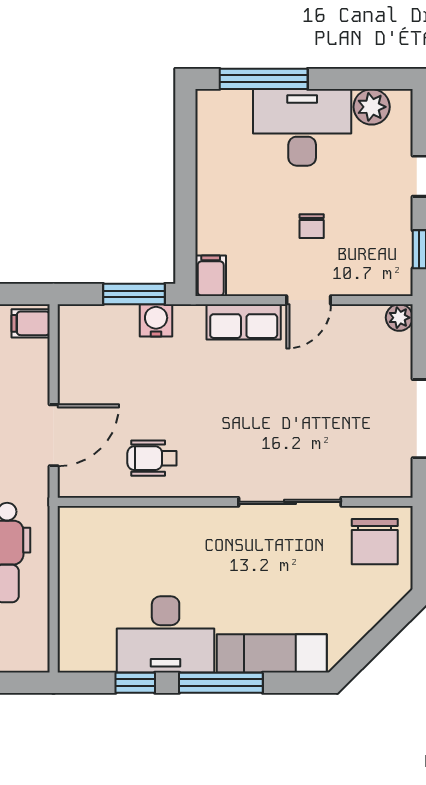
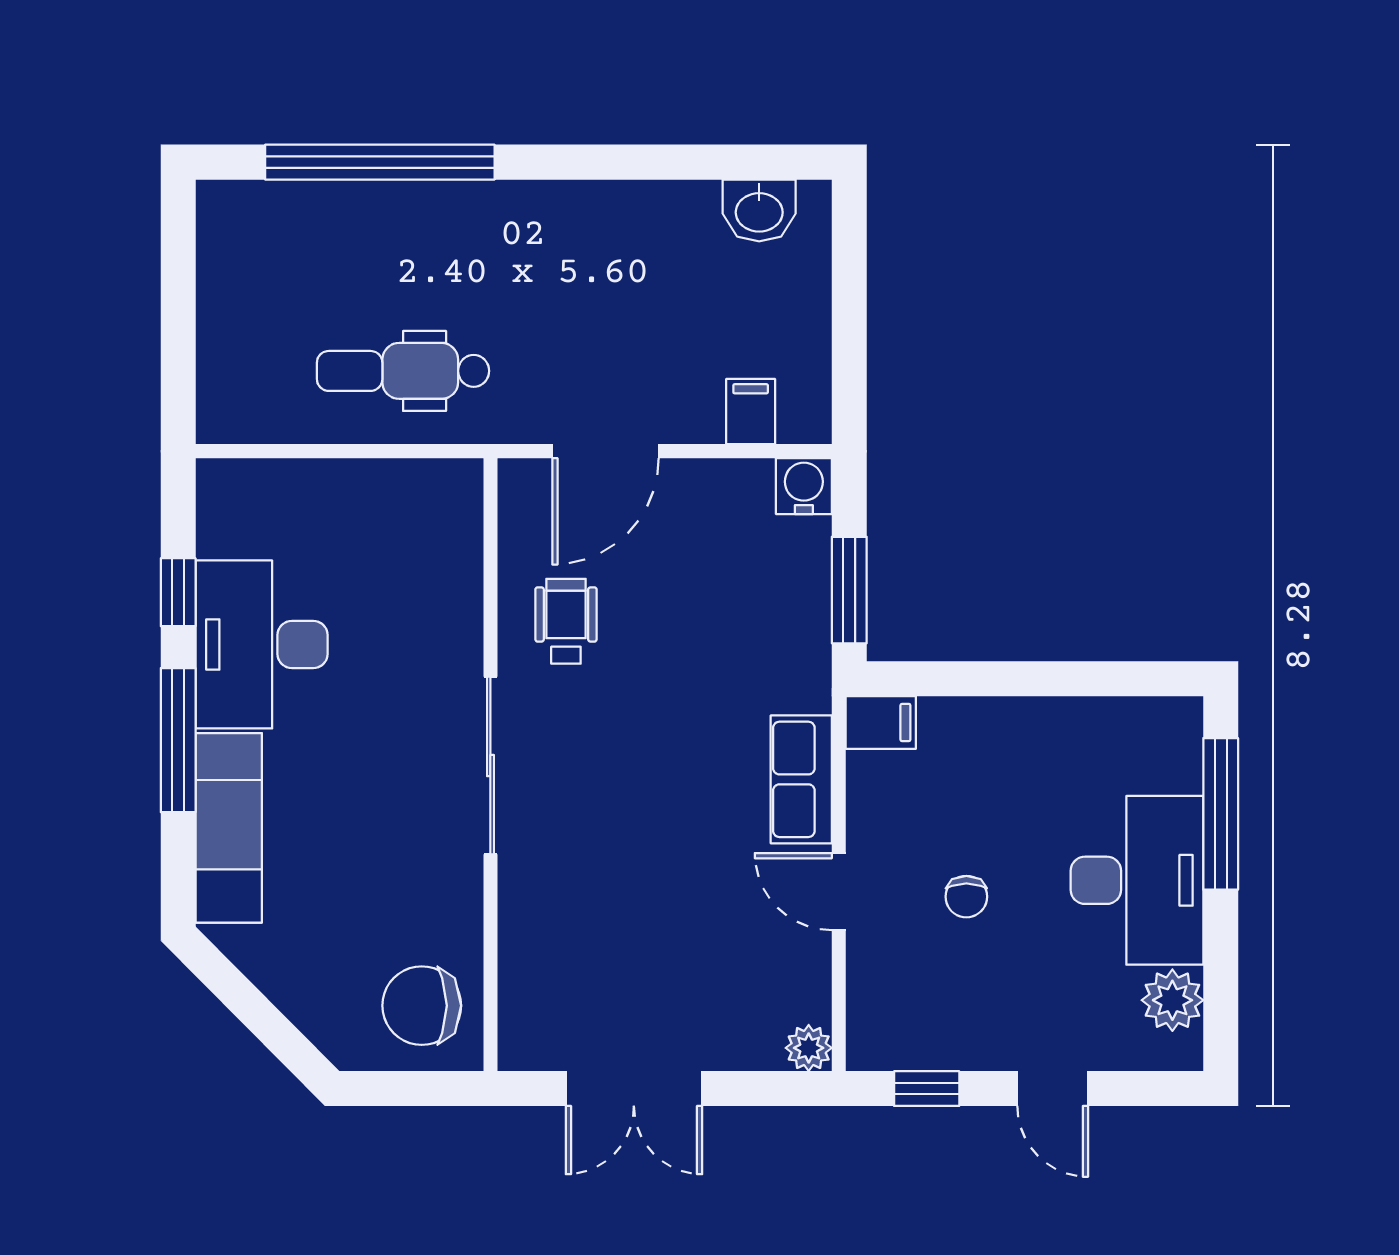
chair: (312, 226) -> (966, 897), turned -90
water cooler: (156, 320) -> (804, 486), moved, turned -90
filing cabinet: (31, 323) -> (751, 412), moved
door: (54, 435) -> (605, 451), hinge flipped
sliding door: (290, 502) -> (490, 766), moved

